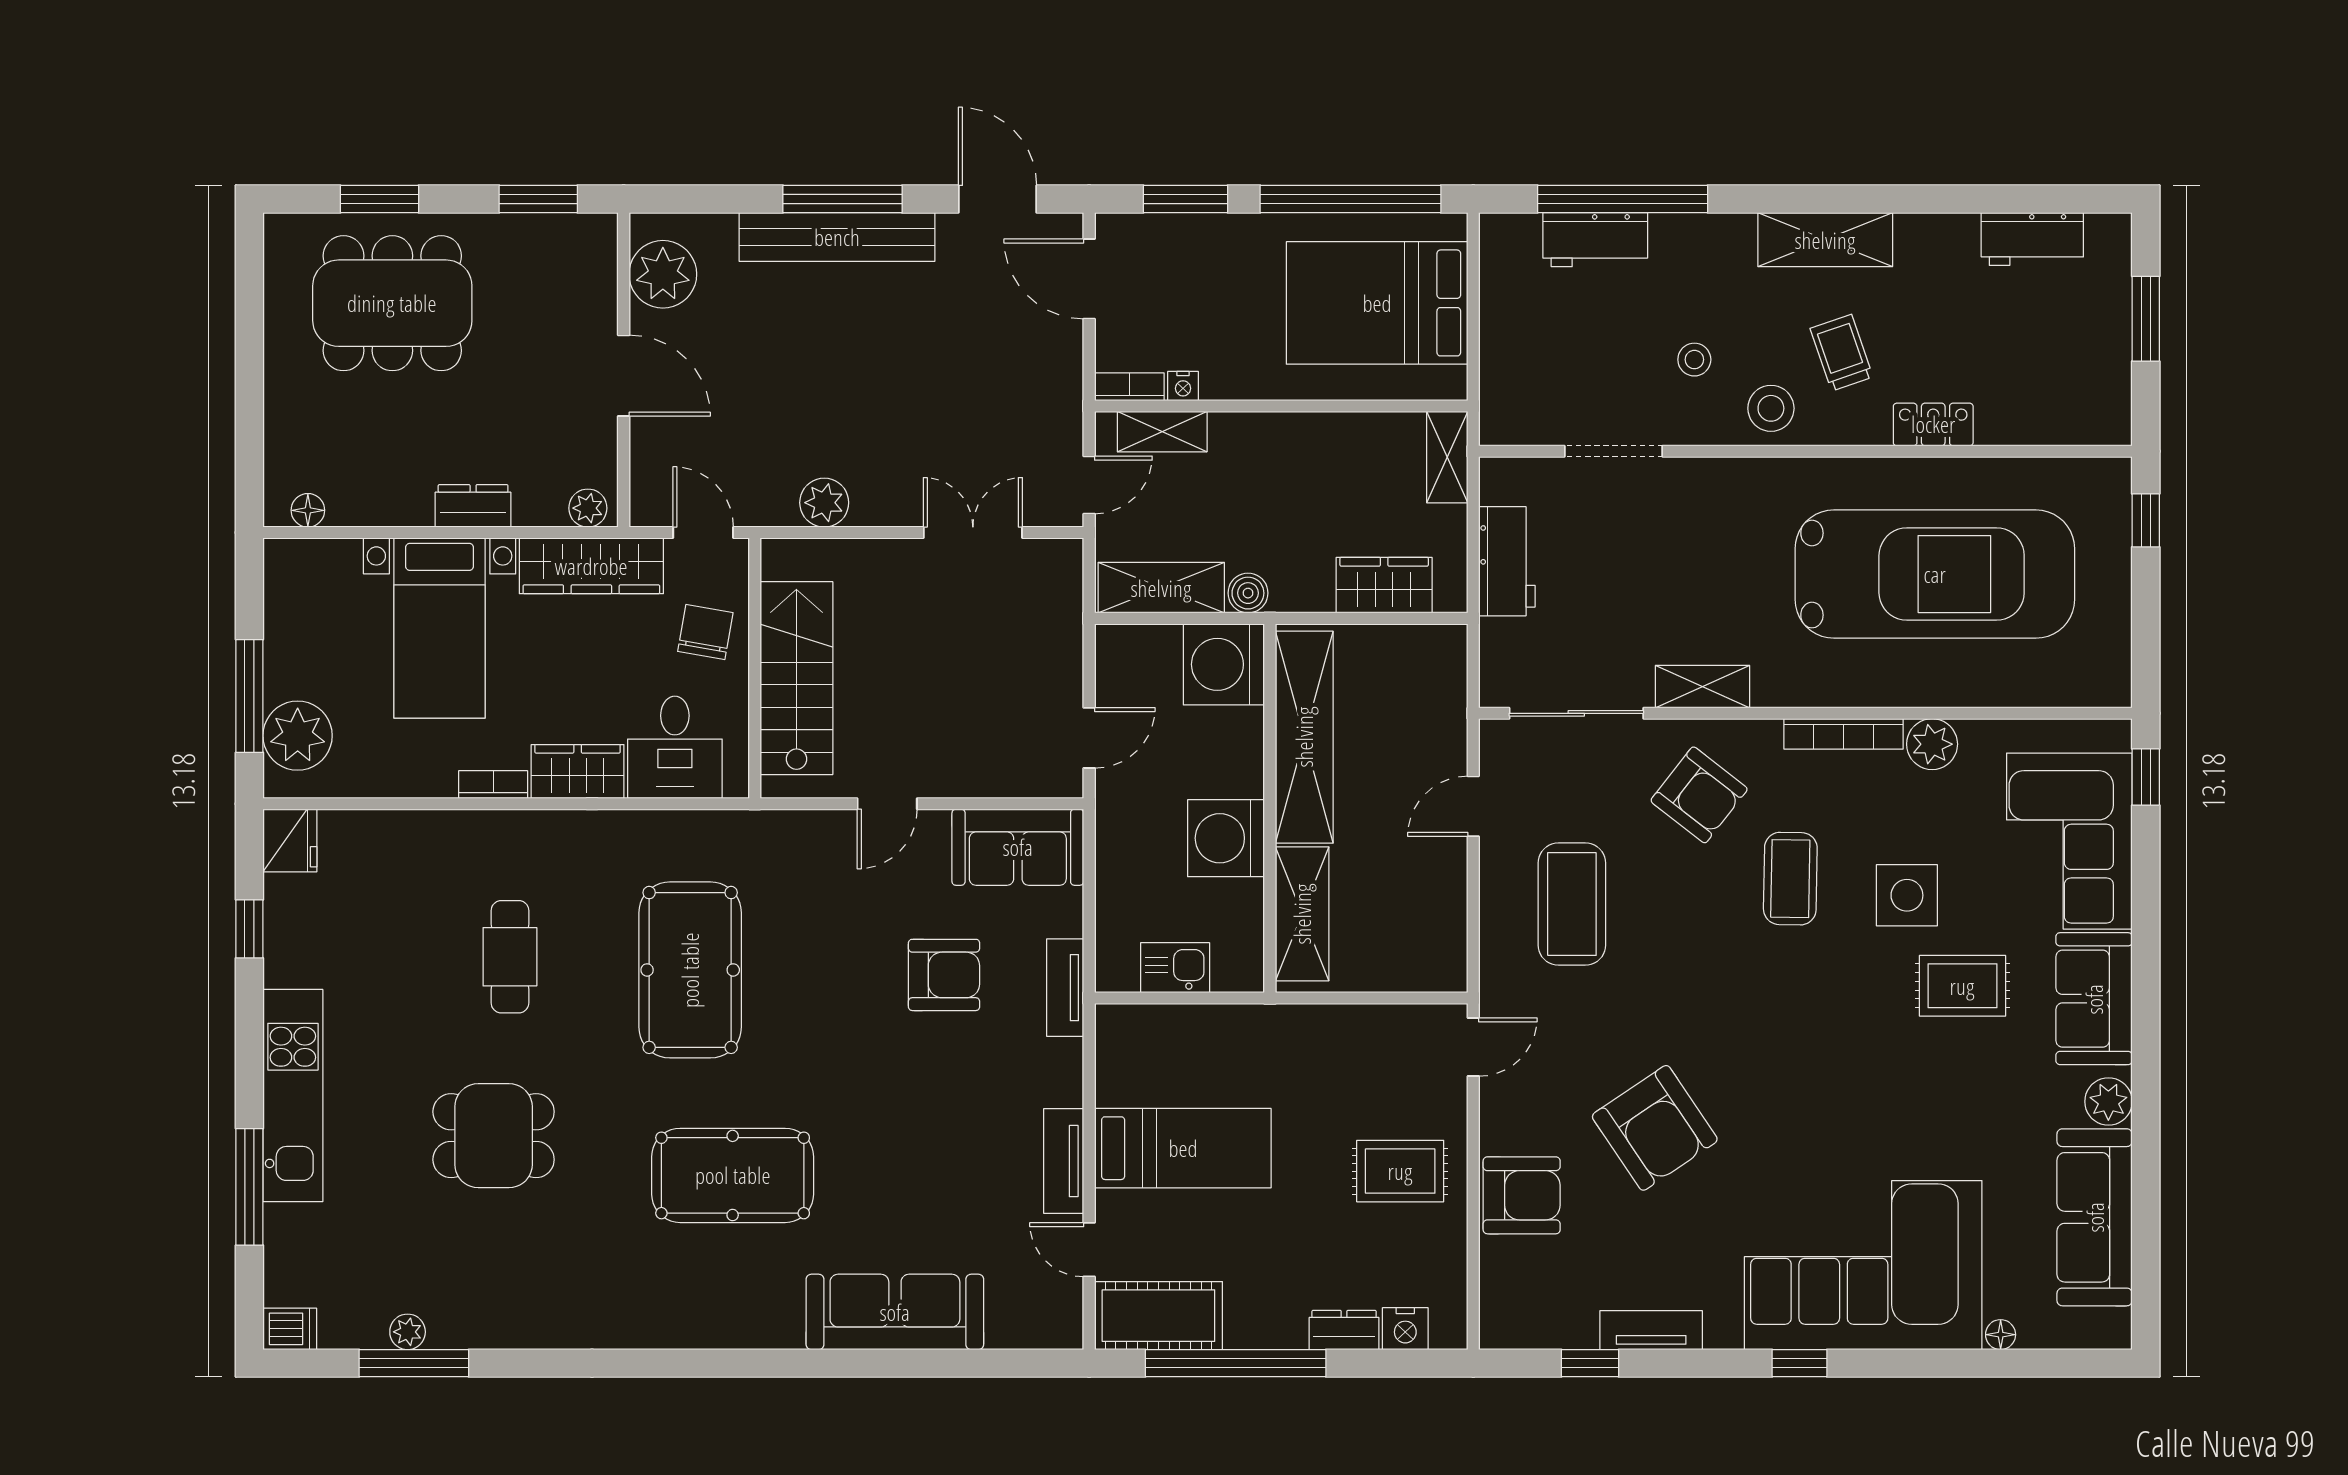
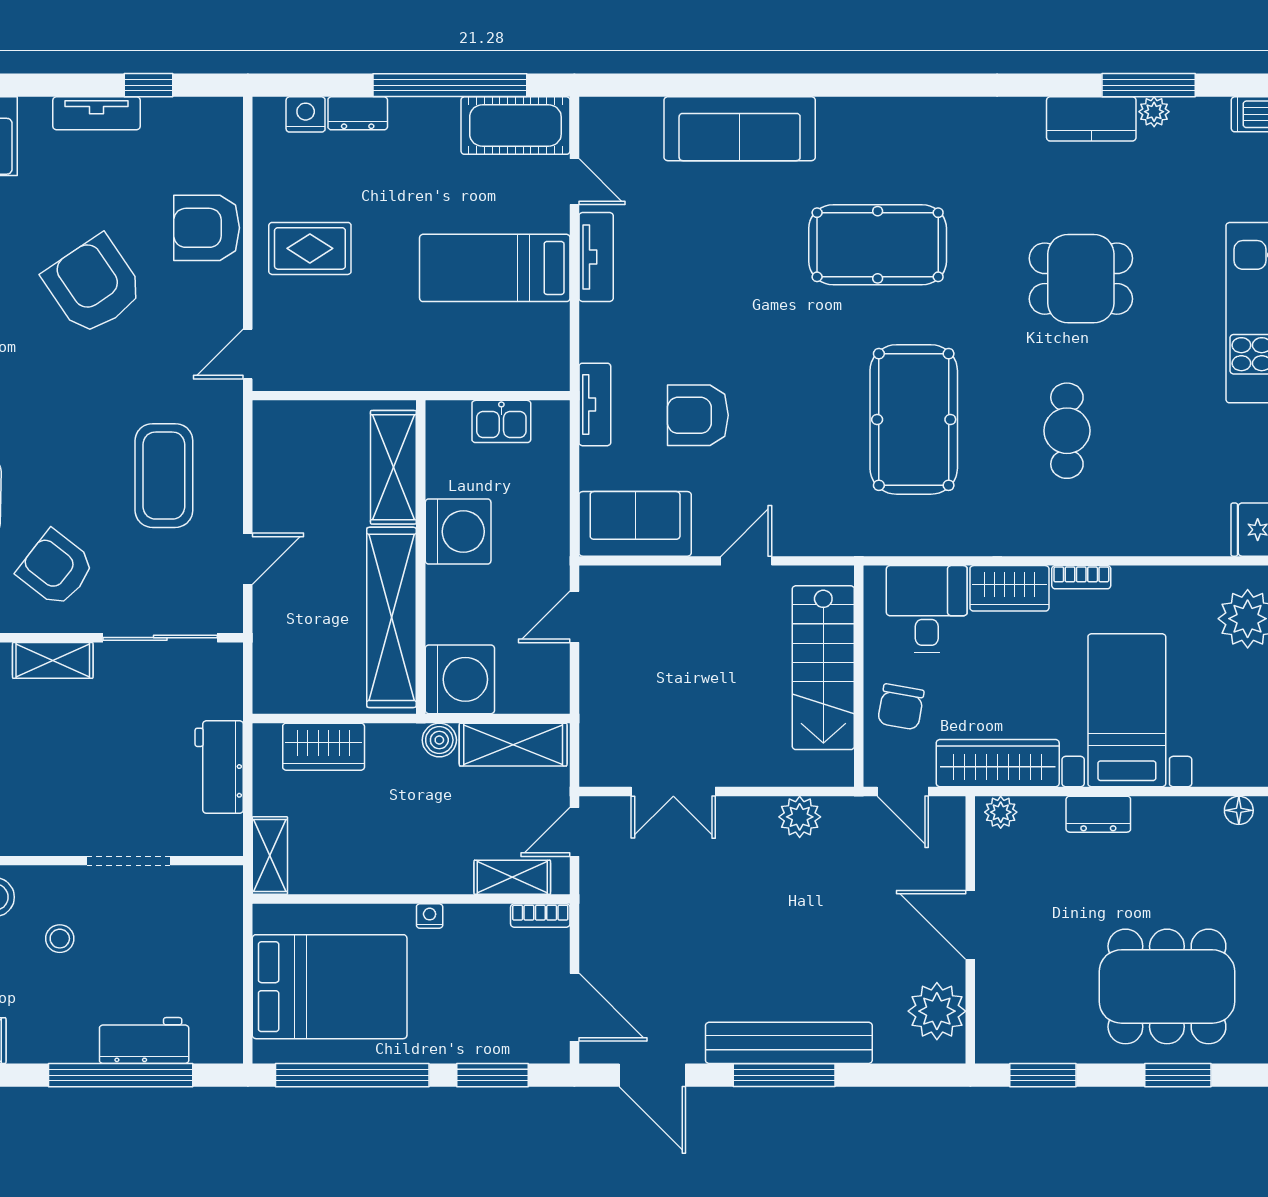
nightstand: (1183, 386) -> (430, 916), moved
kitchen counter: (481, 1323) -> (1091, 119), added

